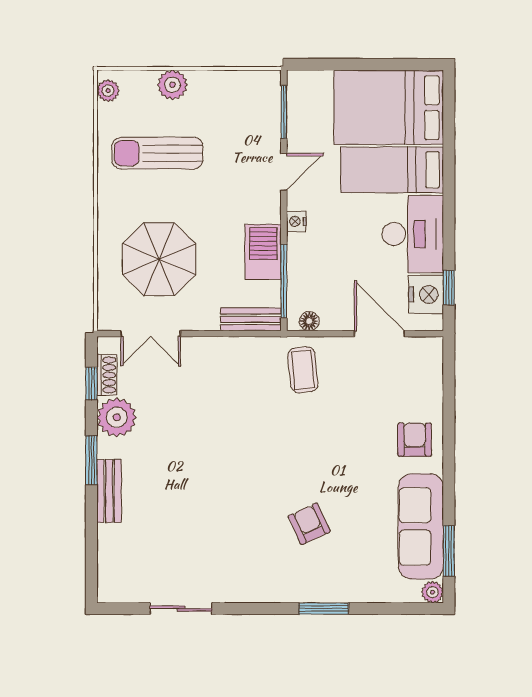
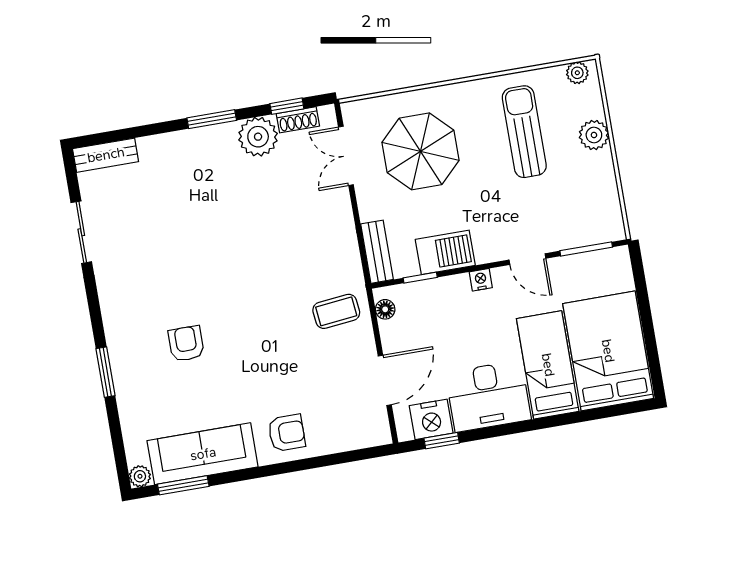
window: (284, 281) -> (420, 278), width x0.46
bench: (109, 491) -> (106, 155), moved
armchair: (309, 524) -> (186, 344), turned -65

